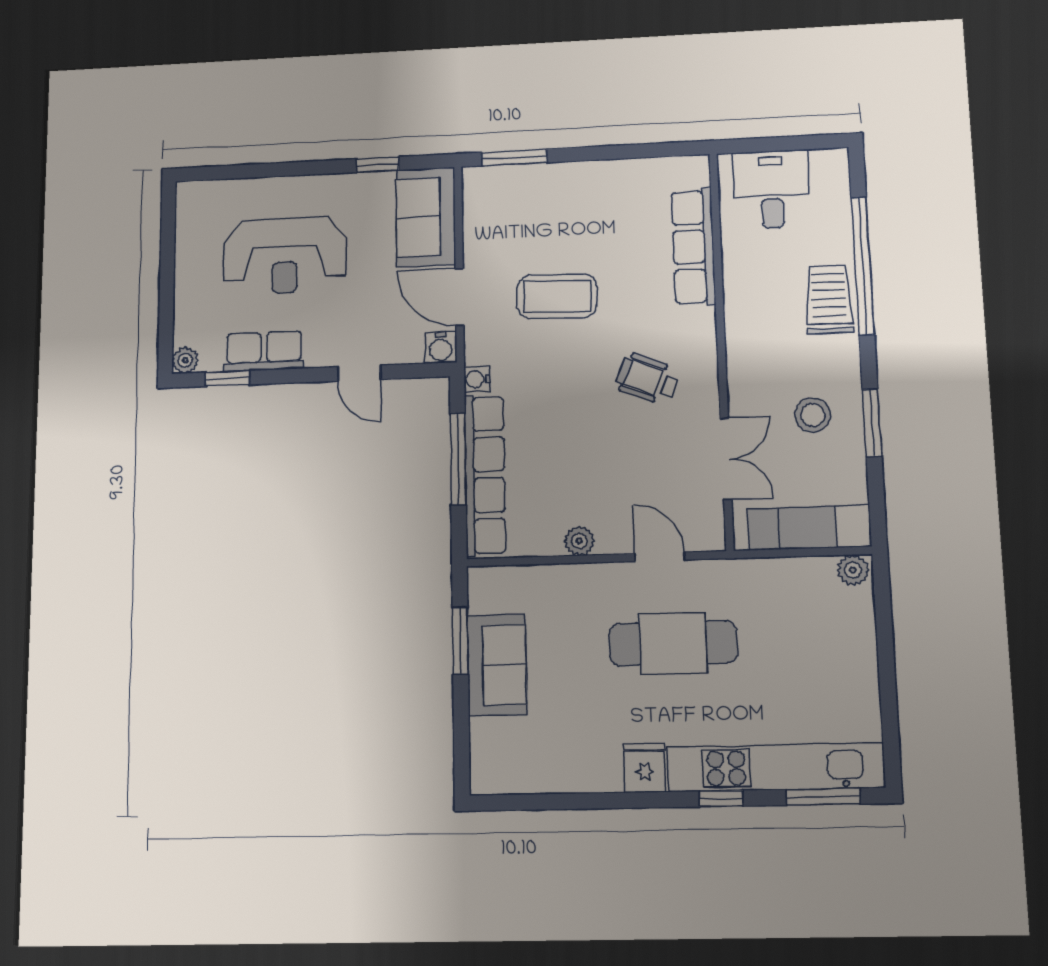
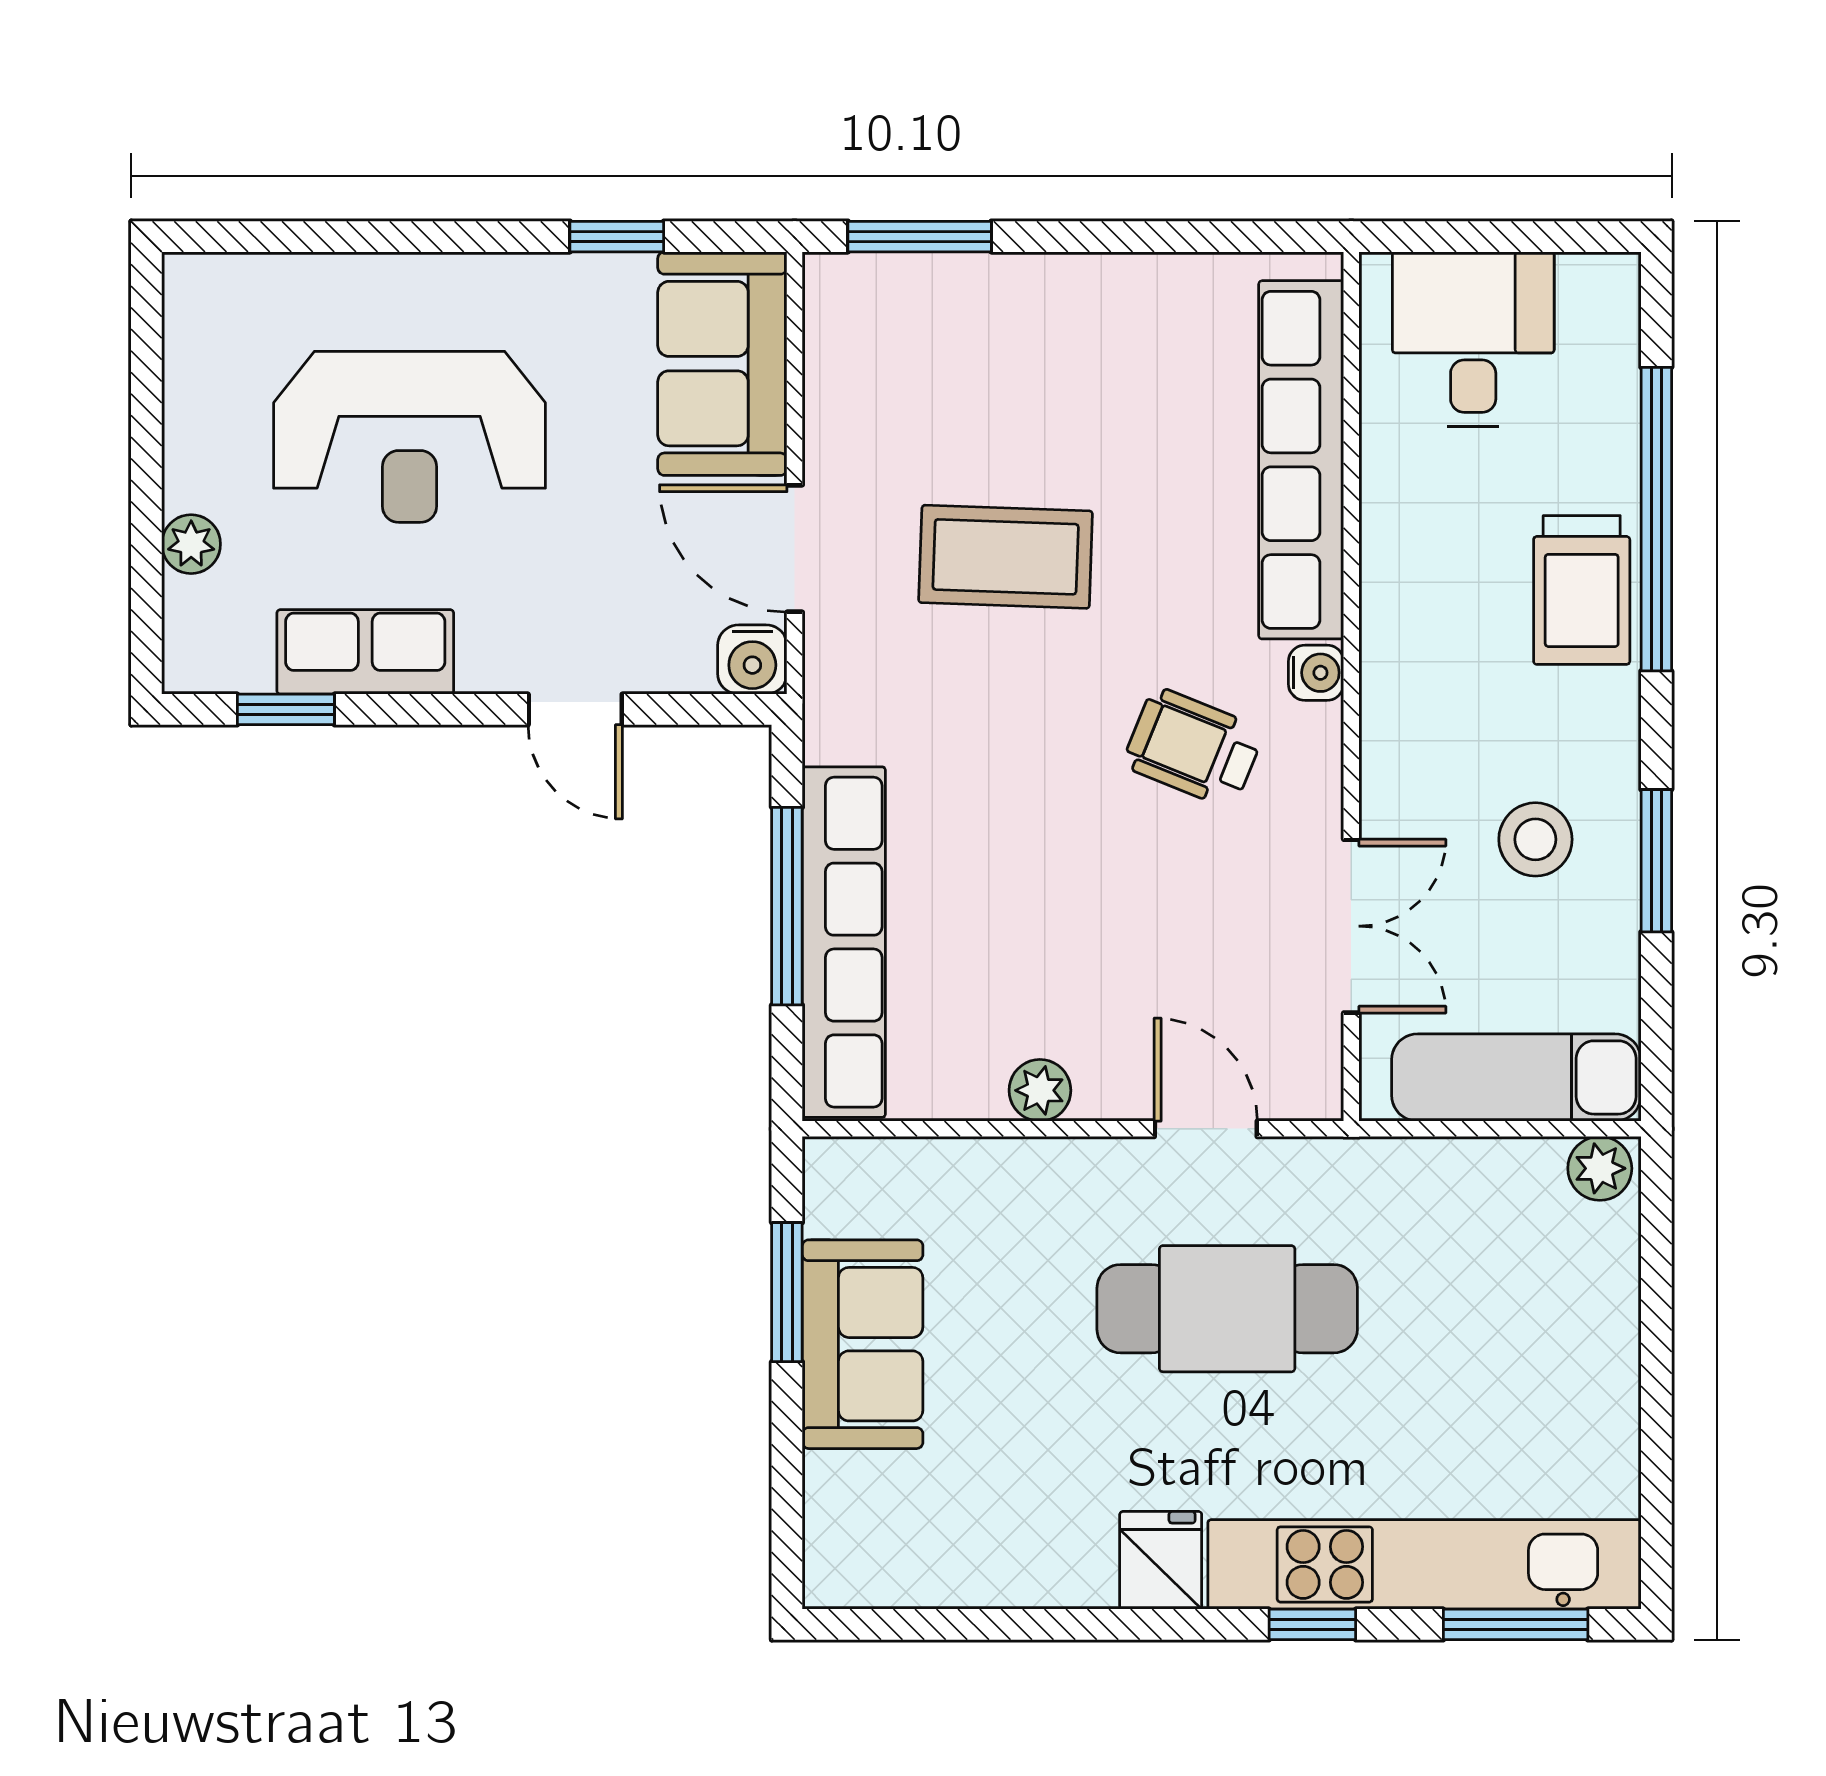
row of seats: (693, 247) -> (1301, 460), width x1.36
trolley: (829, 299) -> (1582, 590), turned 180
plant: (185, 360) -> (191, 544), moved
water cooler: (477, 379) -> (1316, 673), moved, turned 180

